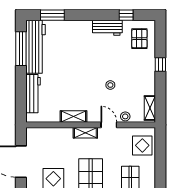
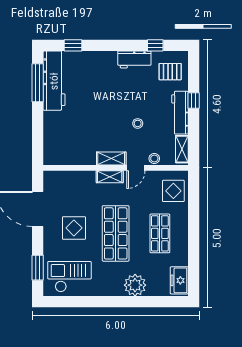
window: (52, 15) -> (73, 45), width x0.67
pallet: (139, 39) -> (170, 72), turned 90
workbench: (33, 94) -> (180, 113), moved, turned 180
shelving: (73, 116) -> (111, 159), moved
door: (109, 125) -> (136, 168), swing flipped

